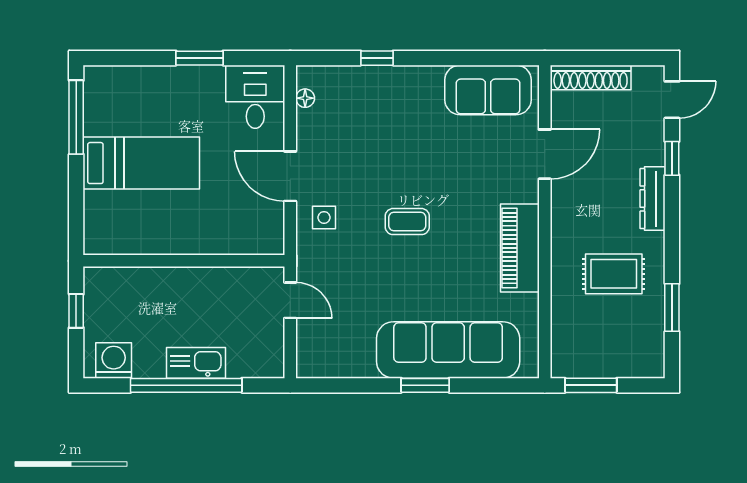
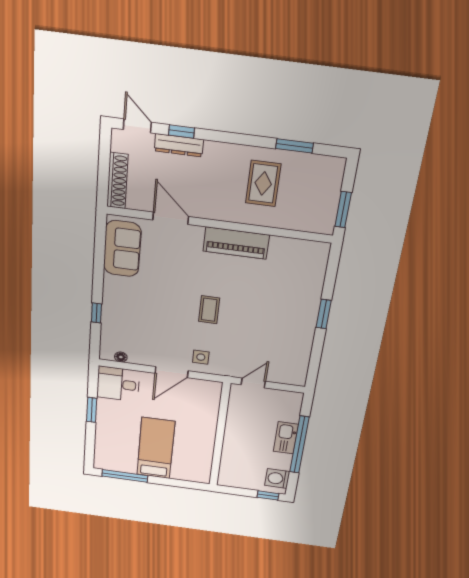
dresser: (653, 199) -> (179, 145), moved
window: (76, 311) -> (268, 495), moved
sofa: (448, 350) -> (301, 297), removed

